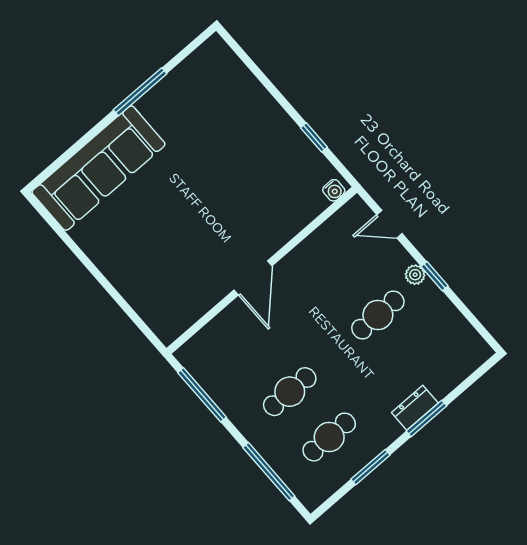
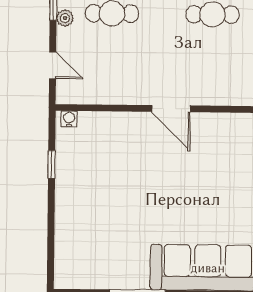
door: (253, 278) -> (171, 109), swing flipped

